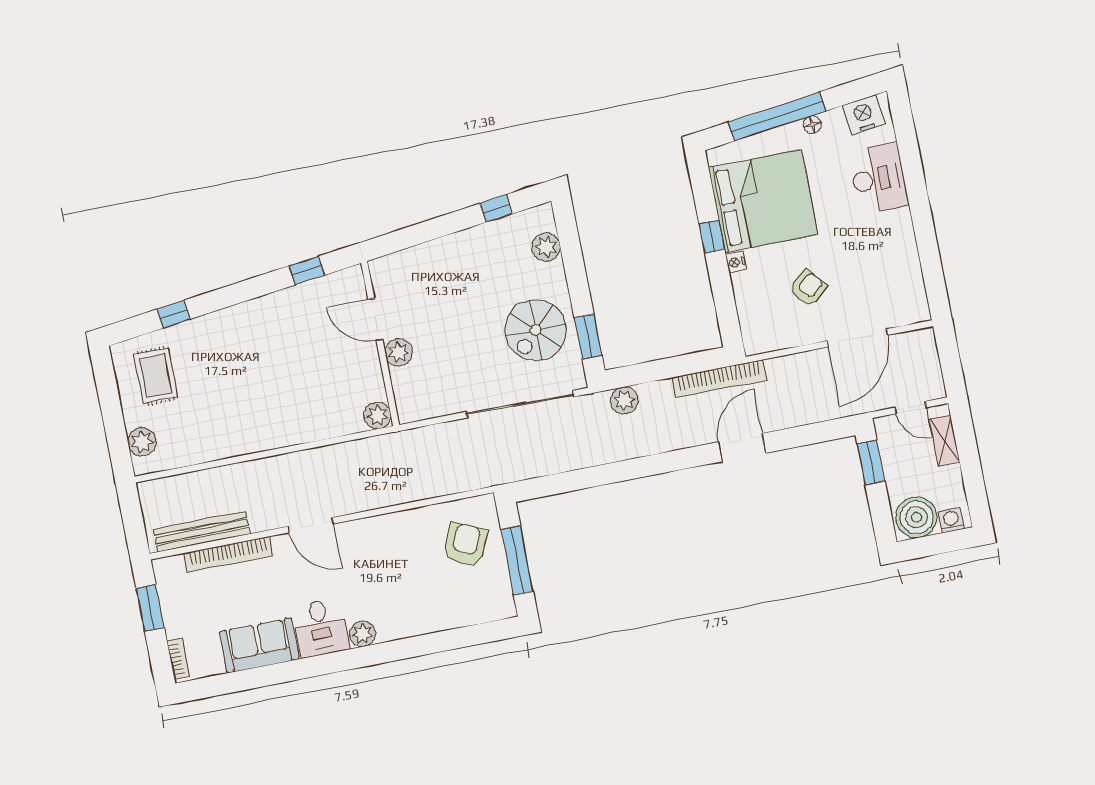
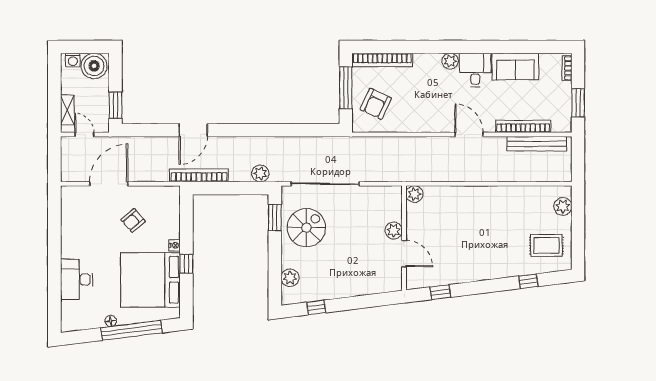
nightstand: (863, 115) -> (78, 321), removed
rug: (156, 376) -> (546, 245), turned 90
bookcase: (469, 615) -> (382, 60), added

